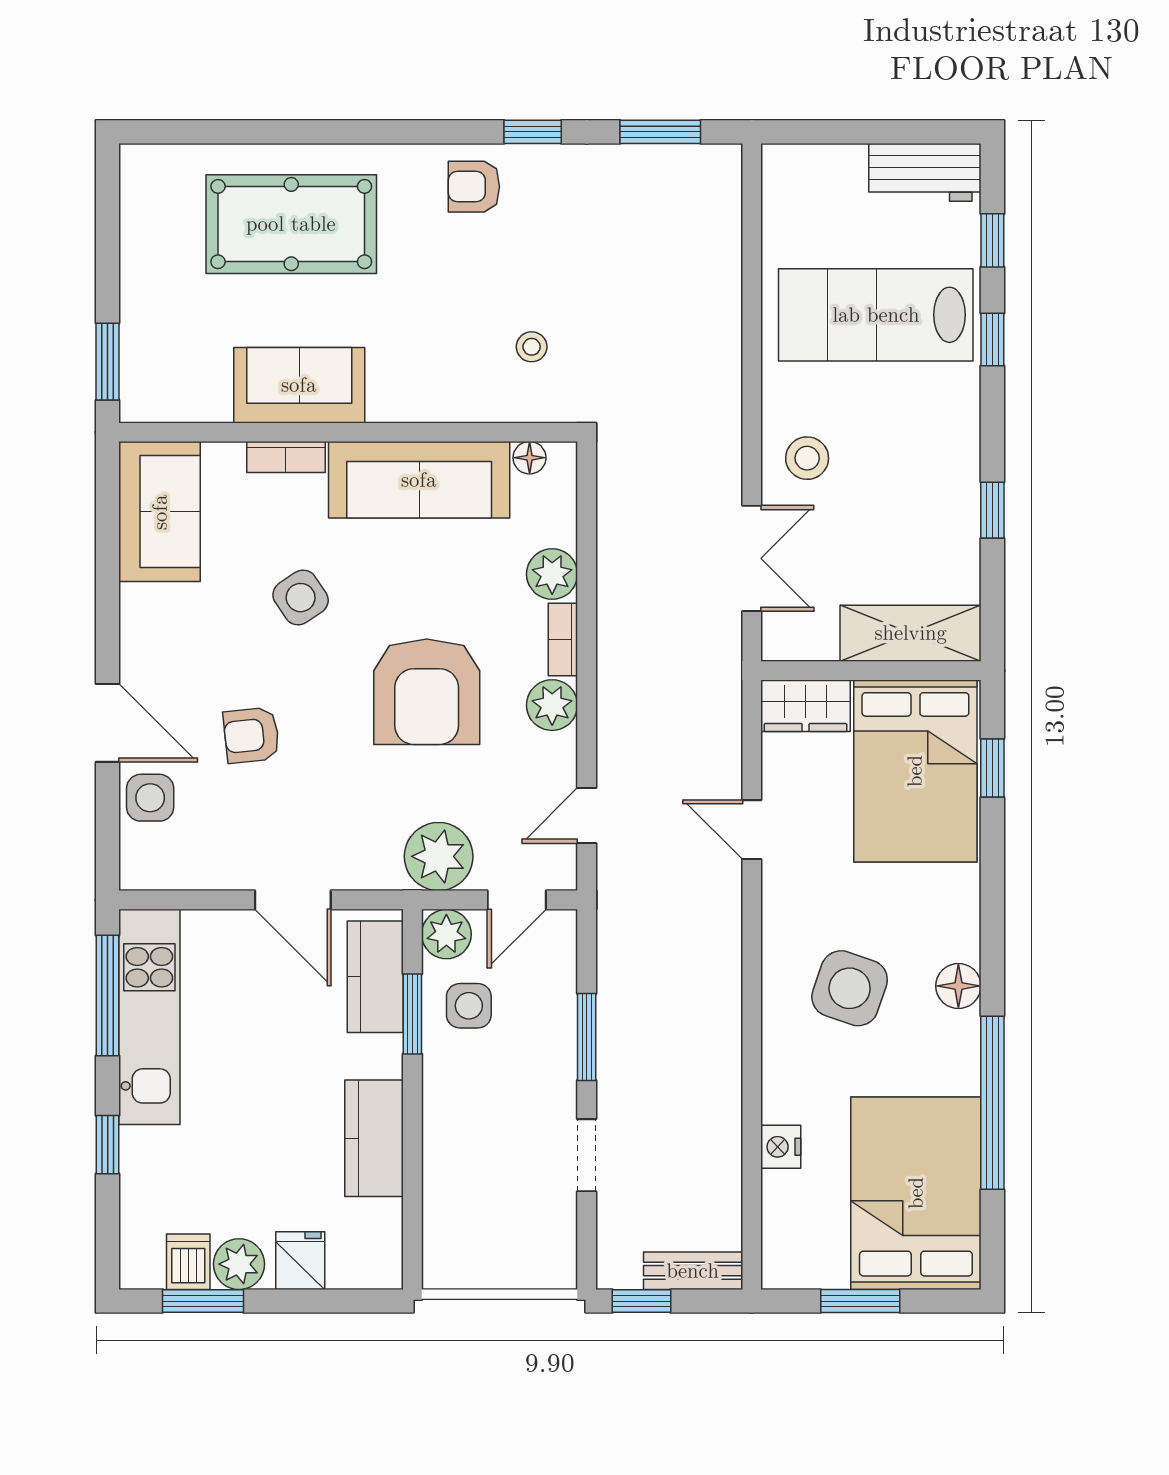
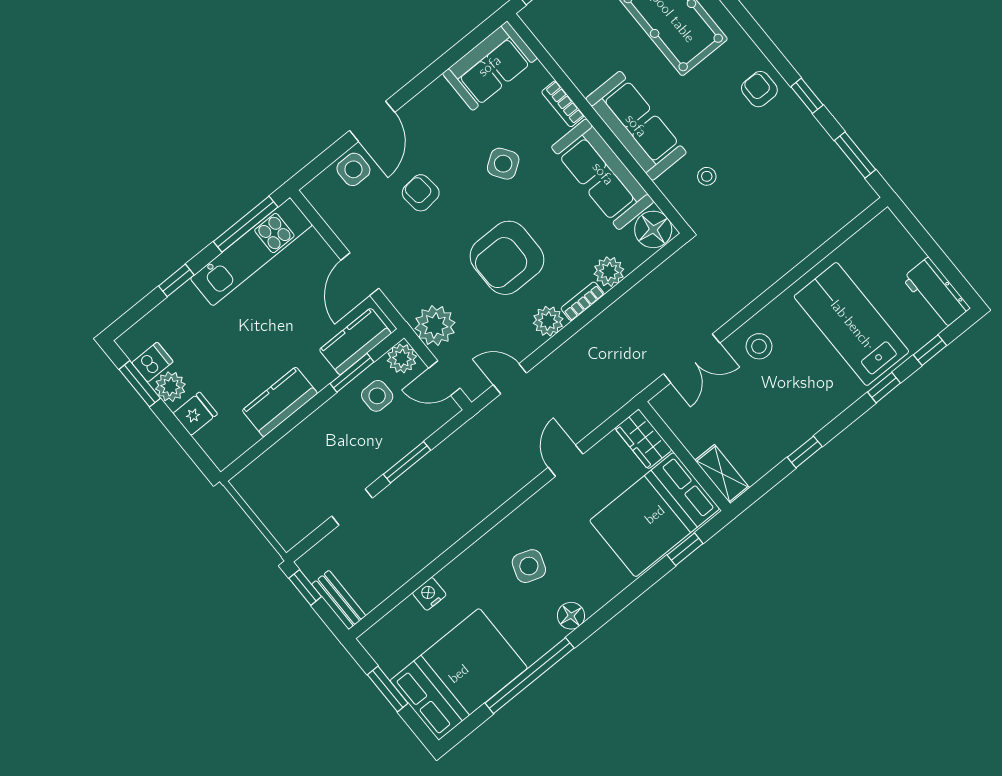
sofa: (299, 385) -> (636, 126), moved, width x1.36
floor lamp: (530, 458) -> (653, 229), width x1.89, depth x1.89
shelving: (911, 633) -> (722, 474), width x0.67, depth x0.75
side table: (850, 988) -> (529, 566), width x0.73, depth x0.73

